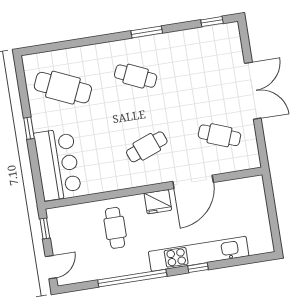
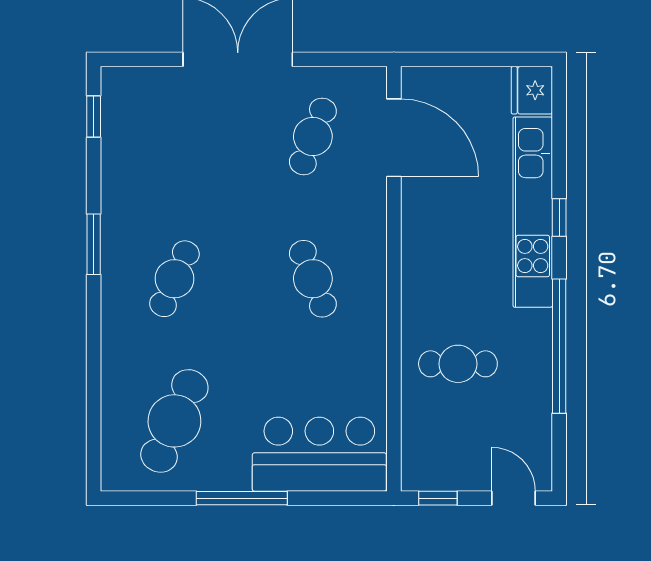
window: (29, 128) -> (242, 498), width x2.17
door: (193, 182) -> (394, 138), moved
fridge: (158, 202) -> (532, 90), moved, turned 180

